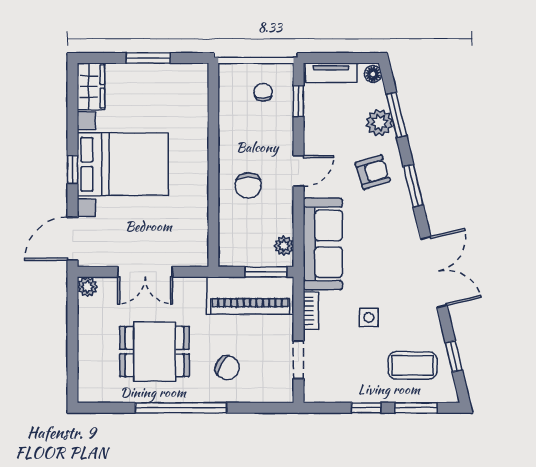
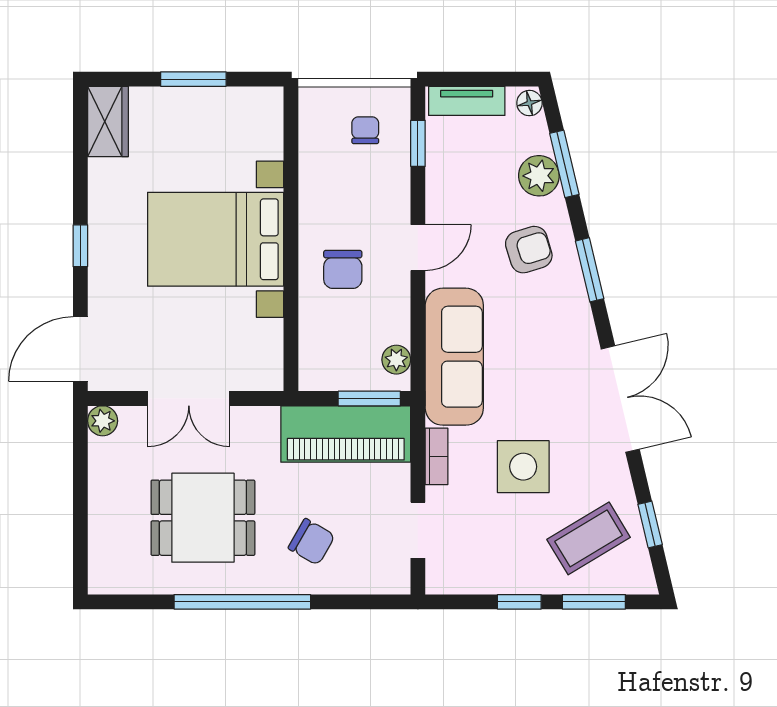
bed with nightstands: (123, 164) -> (216, 239), moved, turned 180
side table: (369, 317) -> (523, 467), width x1.87, depth x1.87
coffee table: (413, 365) -> (589, 538), turned -31

